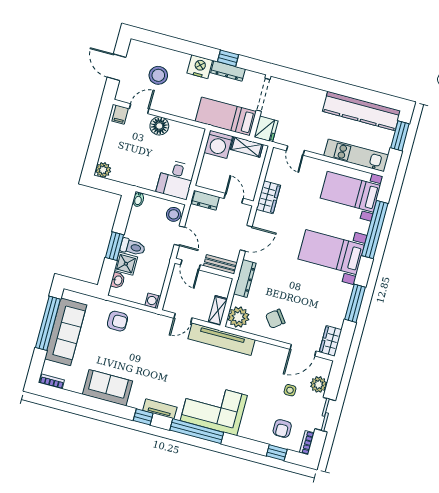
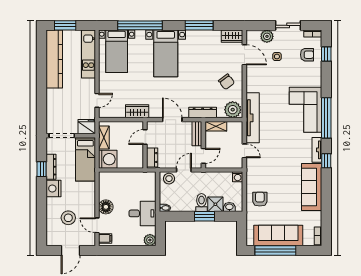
desk: (176, 179) -> (142, 213), moved
shelving: (218, 311) -> (216, 126), moved
sofa: (108, 388) -> (312, 187), width x1.36

